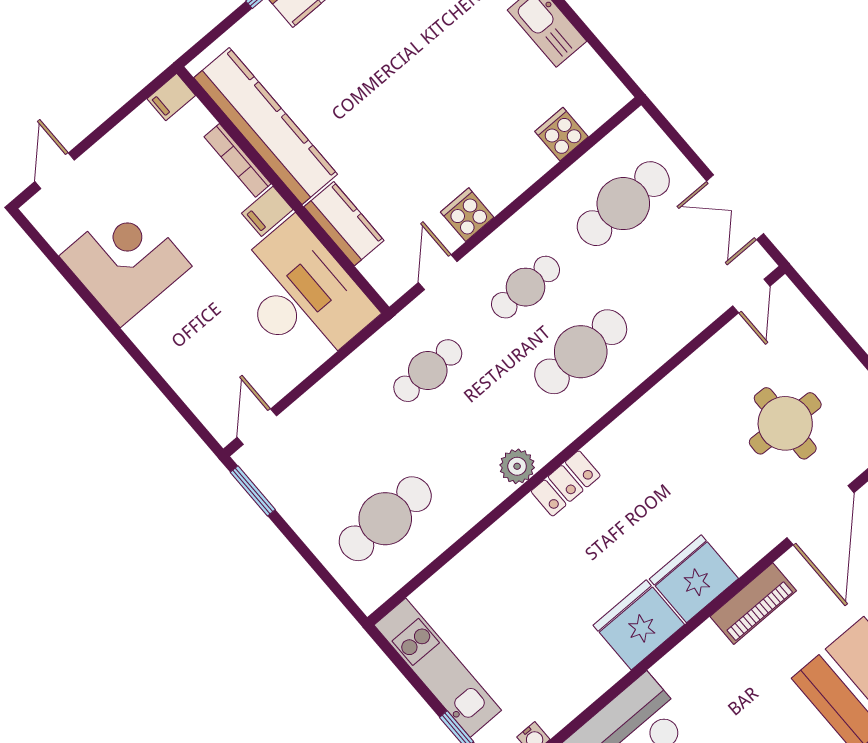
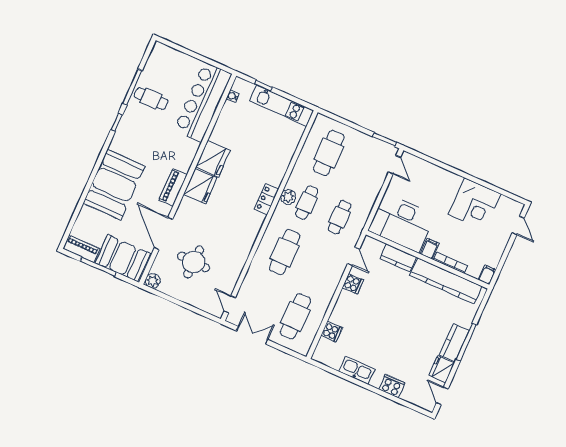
cafe table: (526, 287) -> (307, 203), moved

